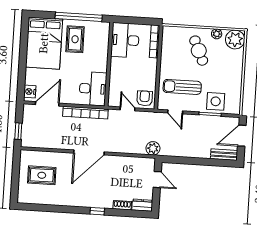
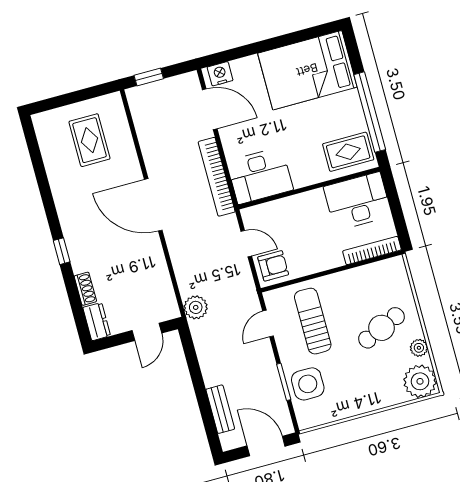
rug: (75, 39) -> (348, 152), moved
door: (127, 109) -> (246, 244), hinge flipped
bench: (224, 155) -> (220, 409), moved

